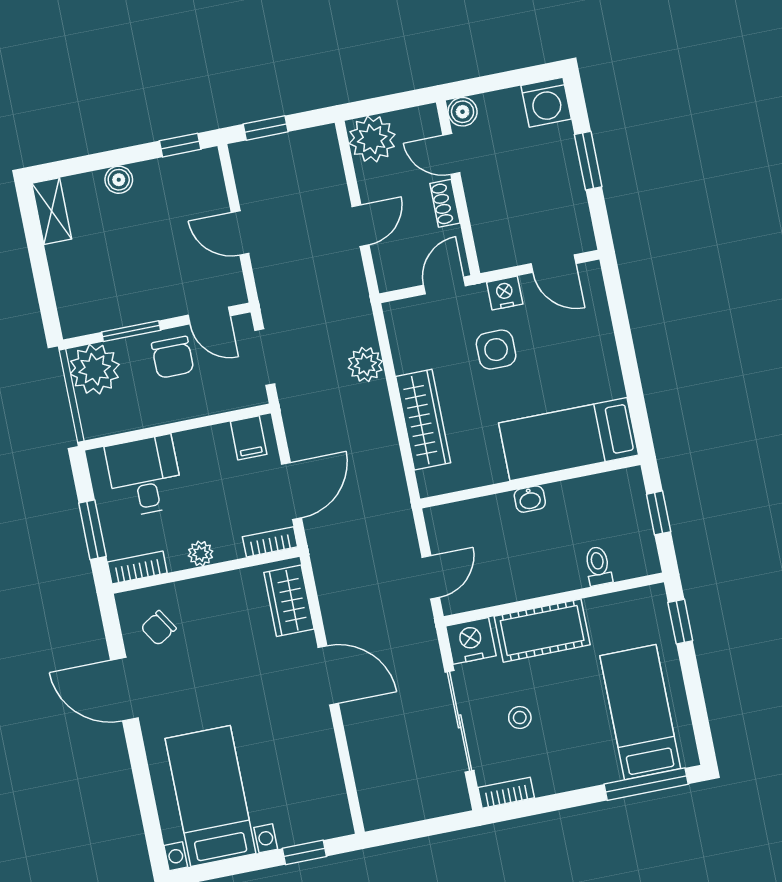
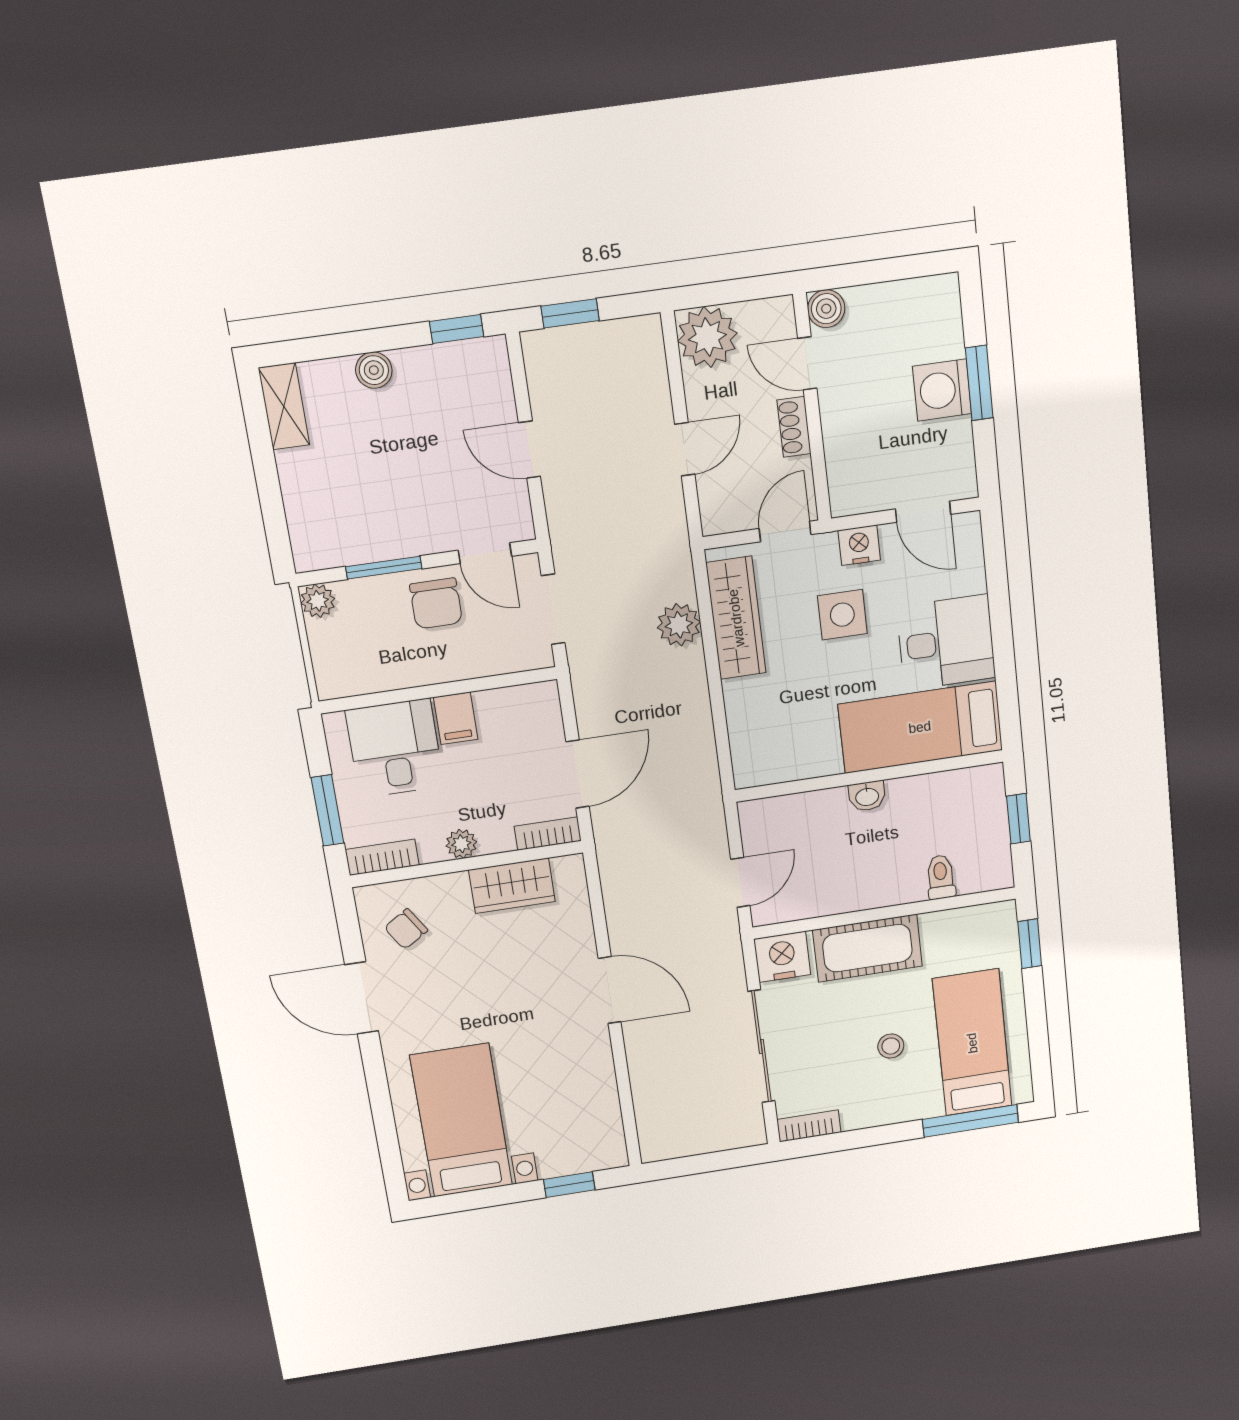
washing machine: (546, 102) -> (942, 390), moved, turned 90
desk: (583, 368) -> (946, 642), added
plant: (95, 369) -> (318, 601), width x0.53, depth x0.53
wardrobe: (423, 420) -> (736, 618), moved
filing cabinet: (249, 438) -> (456, 718), moved
wardrobe: (289, 601) -> (512, 886), moved, turned -90
stool: (520, 718) -> (891, 1046), moved

